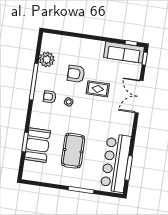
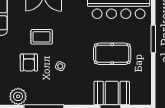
rug: (98, 89) -> (42, 37), turned 90
armchair: (50, 97) -> (58, 87), removed

